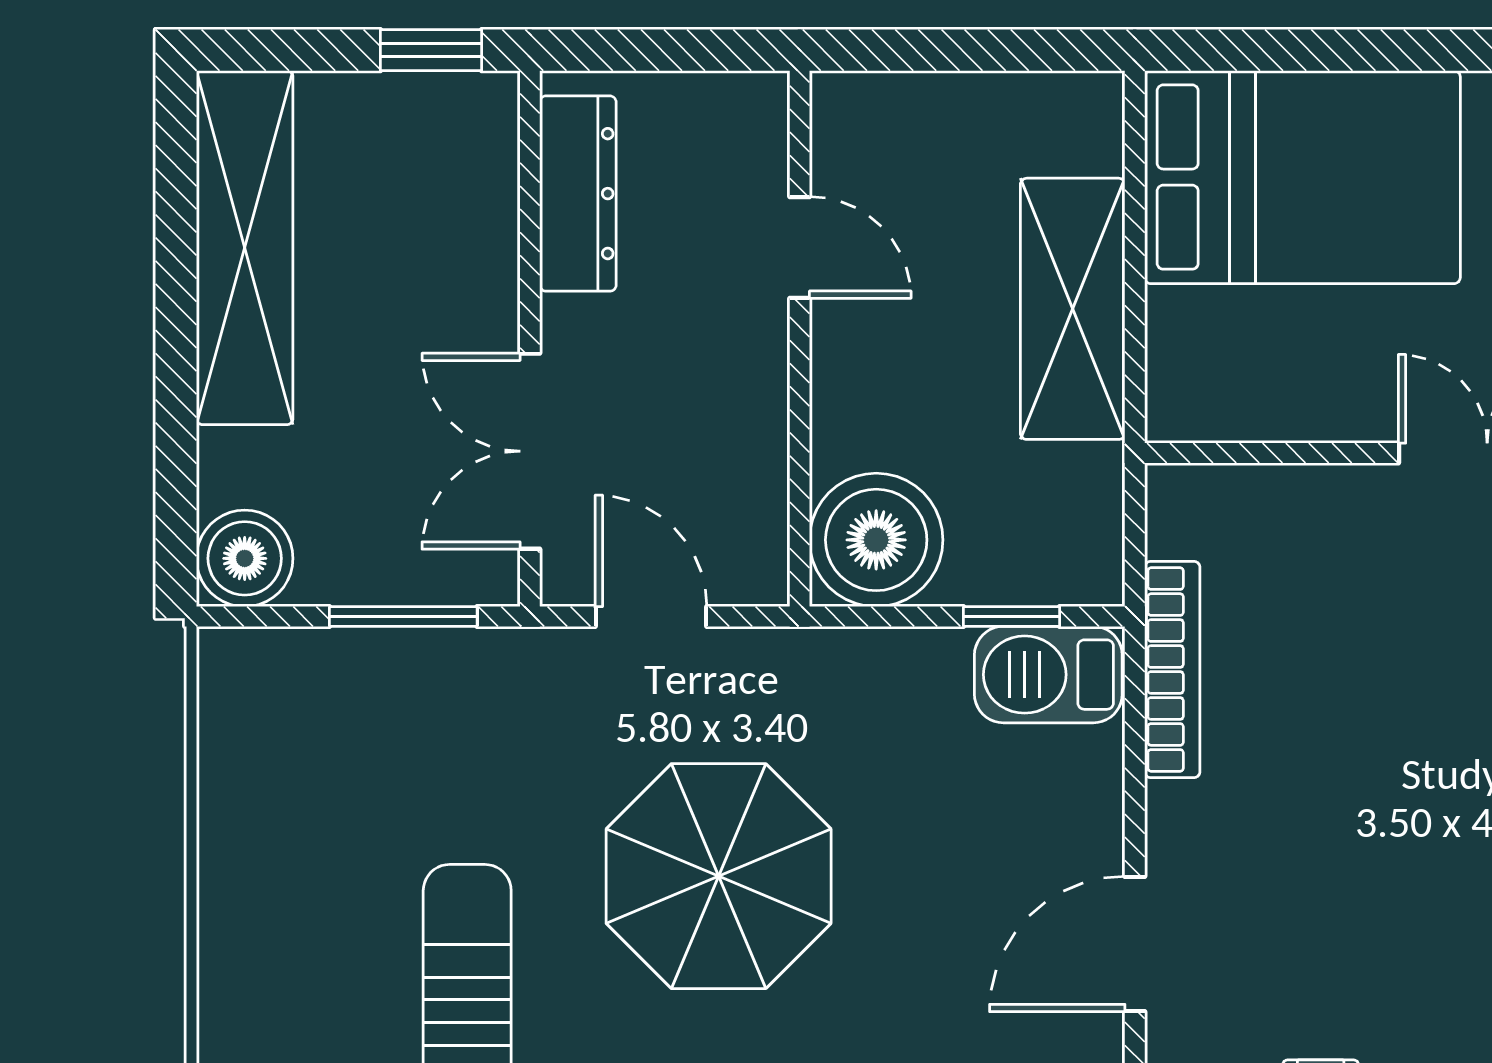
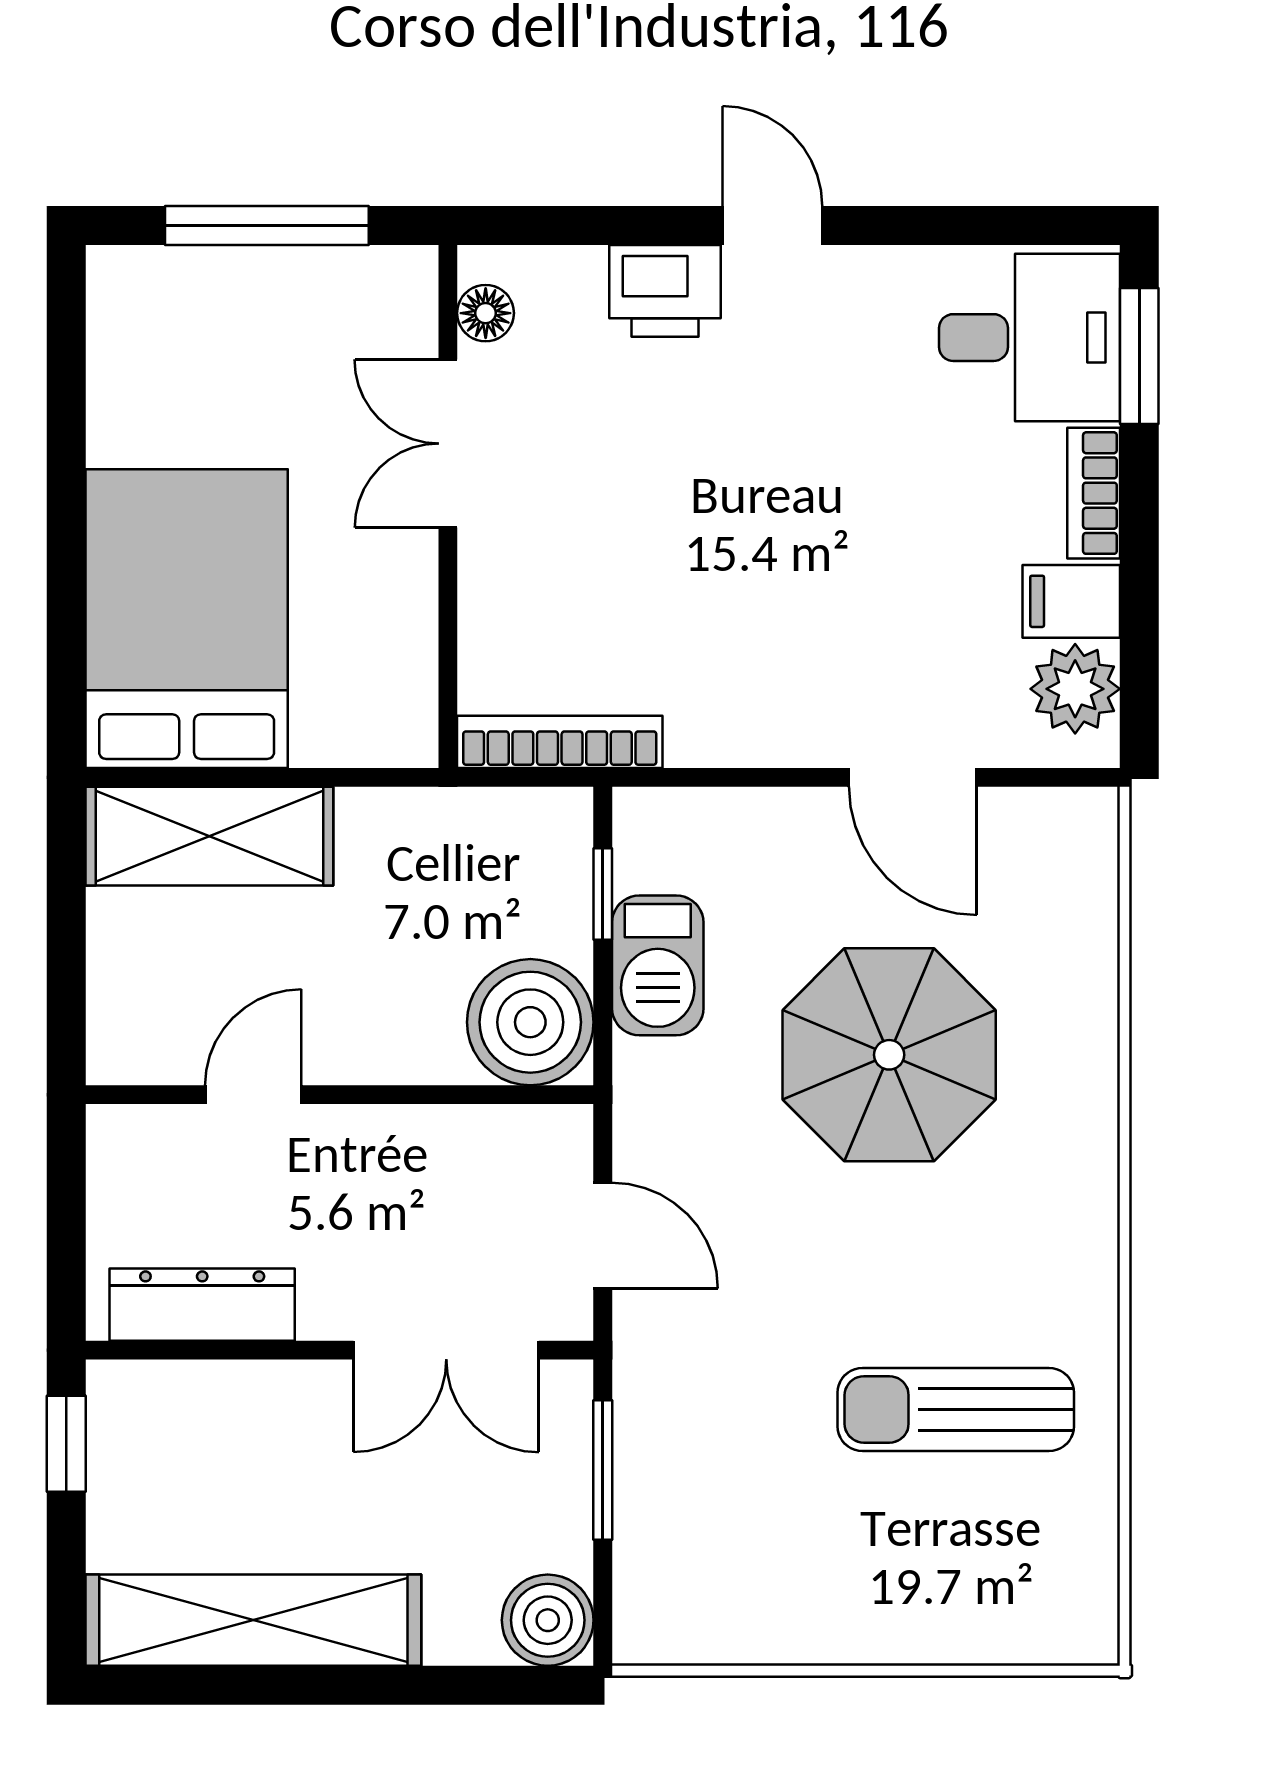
shelving: (1073, 309) -> (209, 836), moved
door: (651, 617) -> (603, 1235), swing flipped
bookcase: (1172, 670) -> (560, 742), moved
barbecue: (1048, 675) -> (658, 965), moved
parasol: (719, 876) -> (889, 1055), moved

